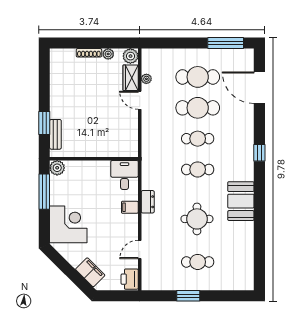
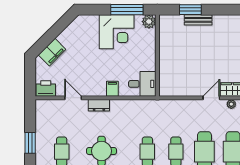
bench: (55, 134) -> (198, 20), moved
dresser: (148, 202) -> (99, 105), moved
corner desk: (68, 224) -> (117, 32), moved

